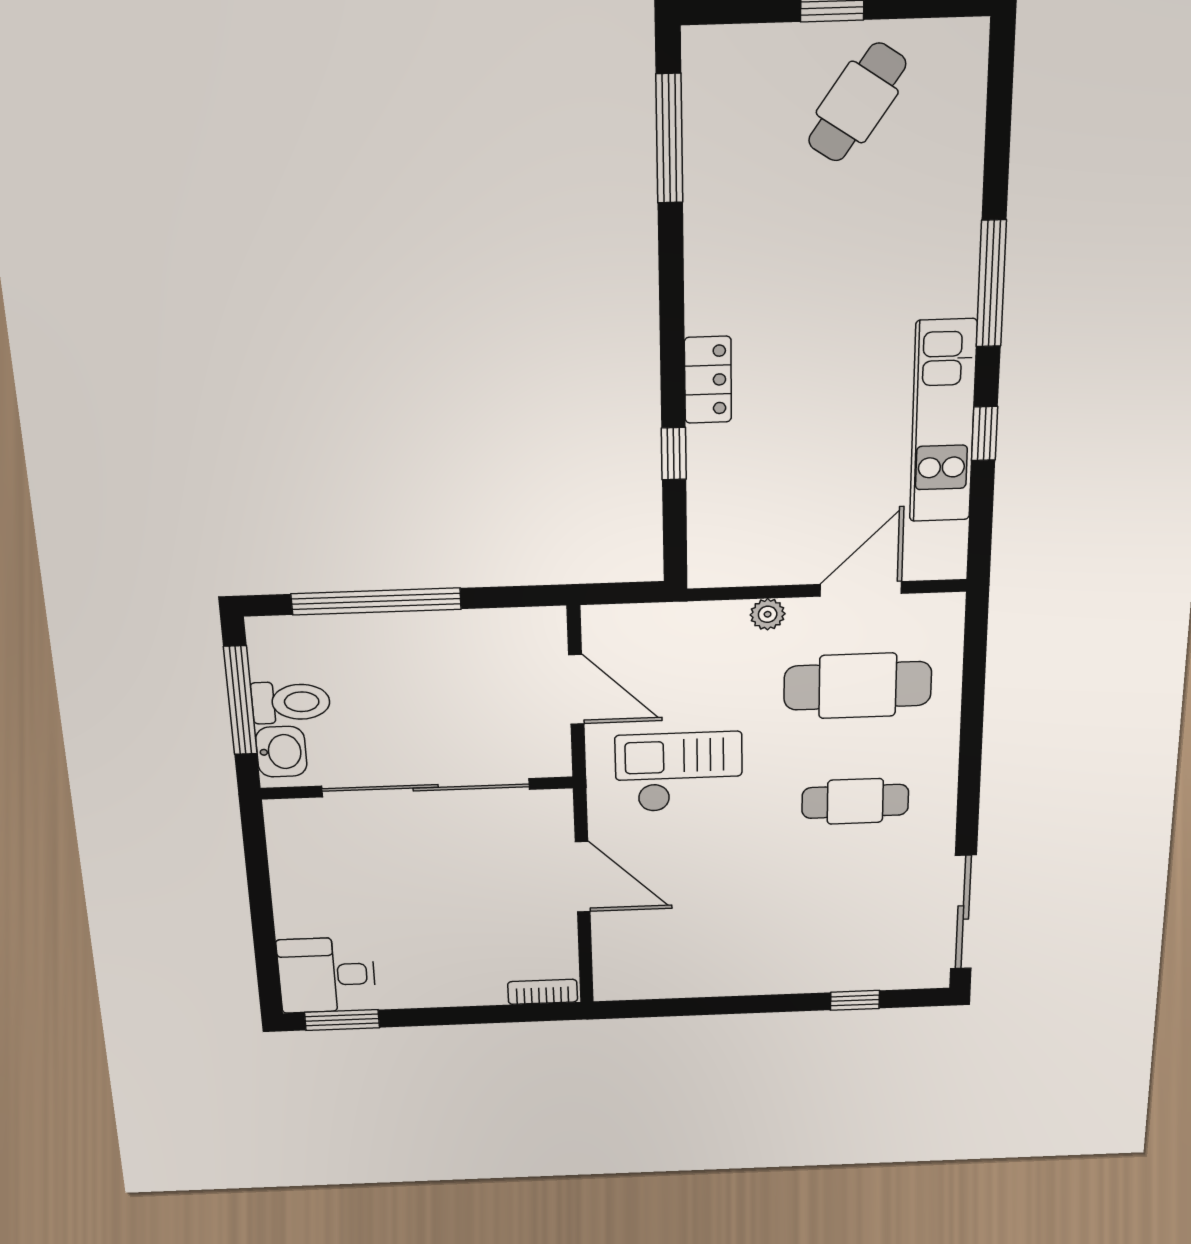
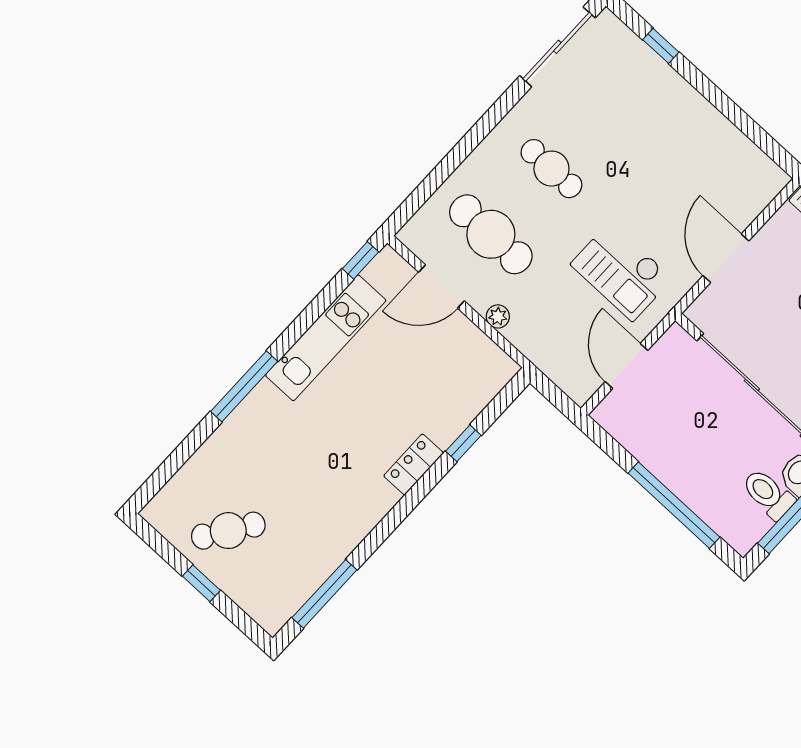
window: (985, 434) -> (360, 260), moved

